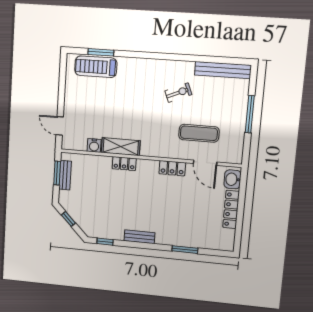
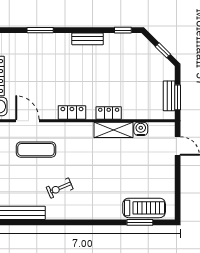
locker: (172, 168) -> (72, 112), moved

